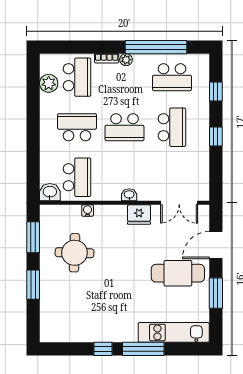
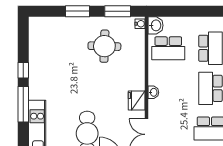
water cooler: (88, 211) -> (140, 24), moved

